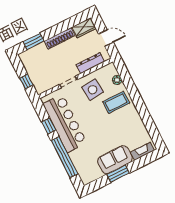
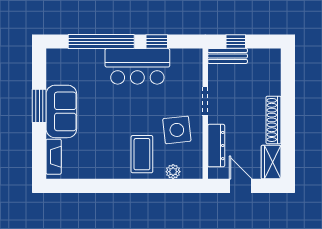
door: (106, 38) -> (241, 186), swing flipped
window: (34, 41) -> (288, 81), removed
bench: (37, 82) -> (228, 56), added
bar counter: (65, 123) -> (137, 66), width x0.73

